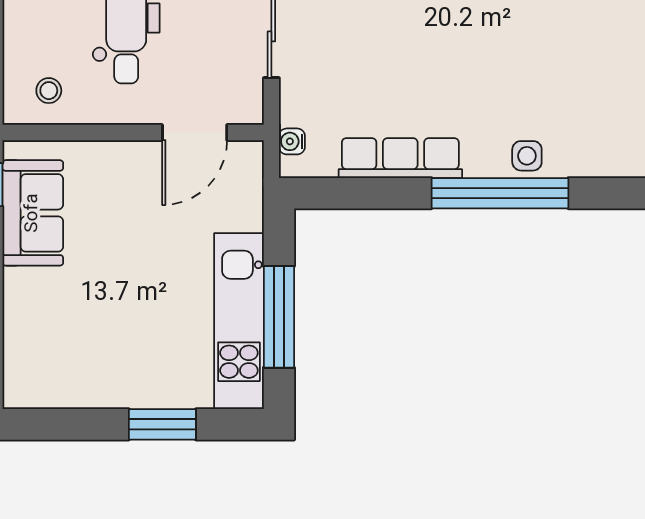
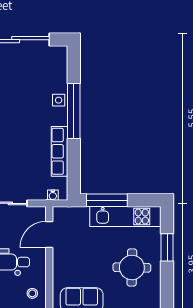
door: (195, 133) -> (49, 234), swing flipped
window: (279, 317) -> (107, 200), moved
round table: (113, 337) -> (132, 268), added

